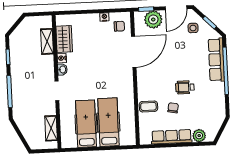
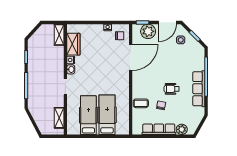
shelving: (47, 41) -> (59, 35), moved
row of seats: (216, 60) -> (199, 89), moved

